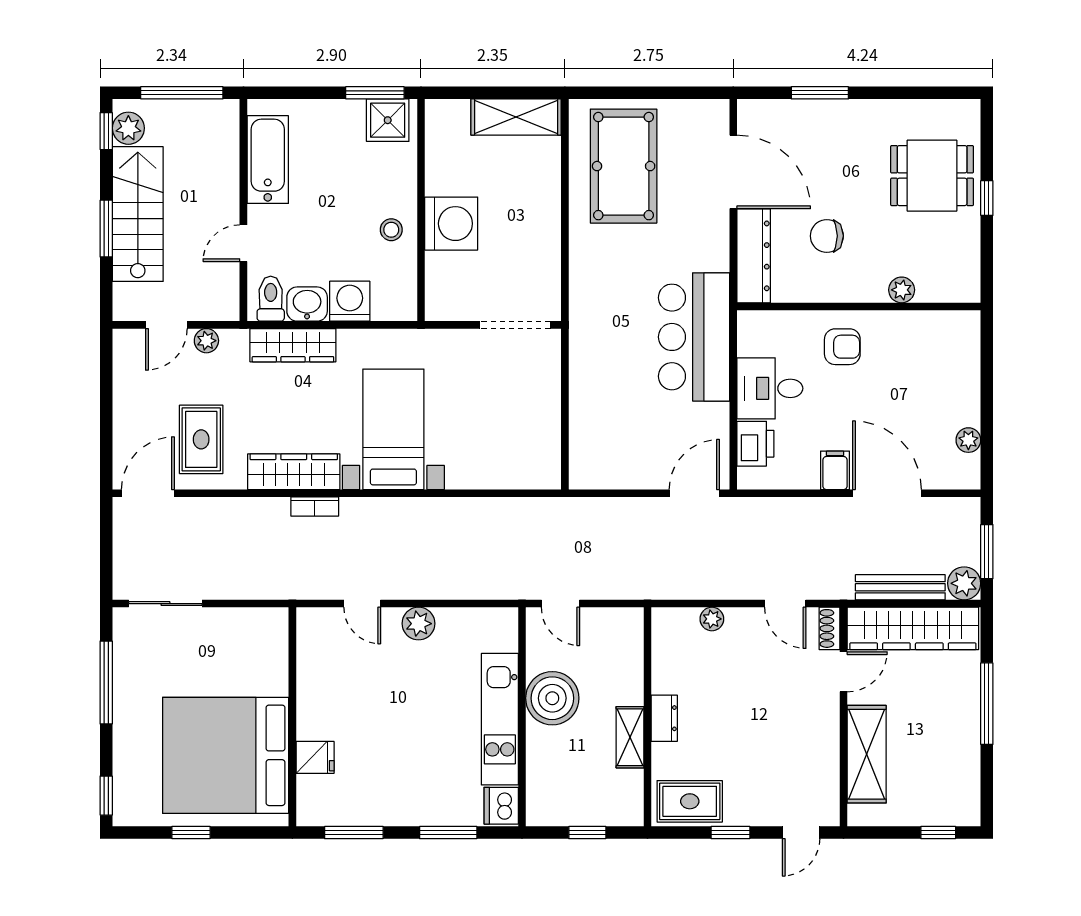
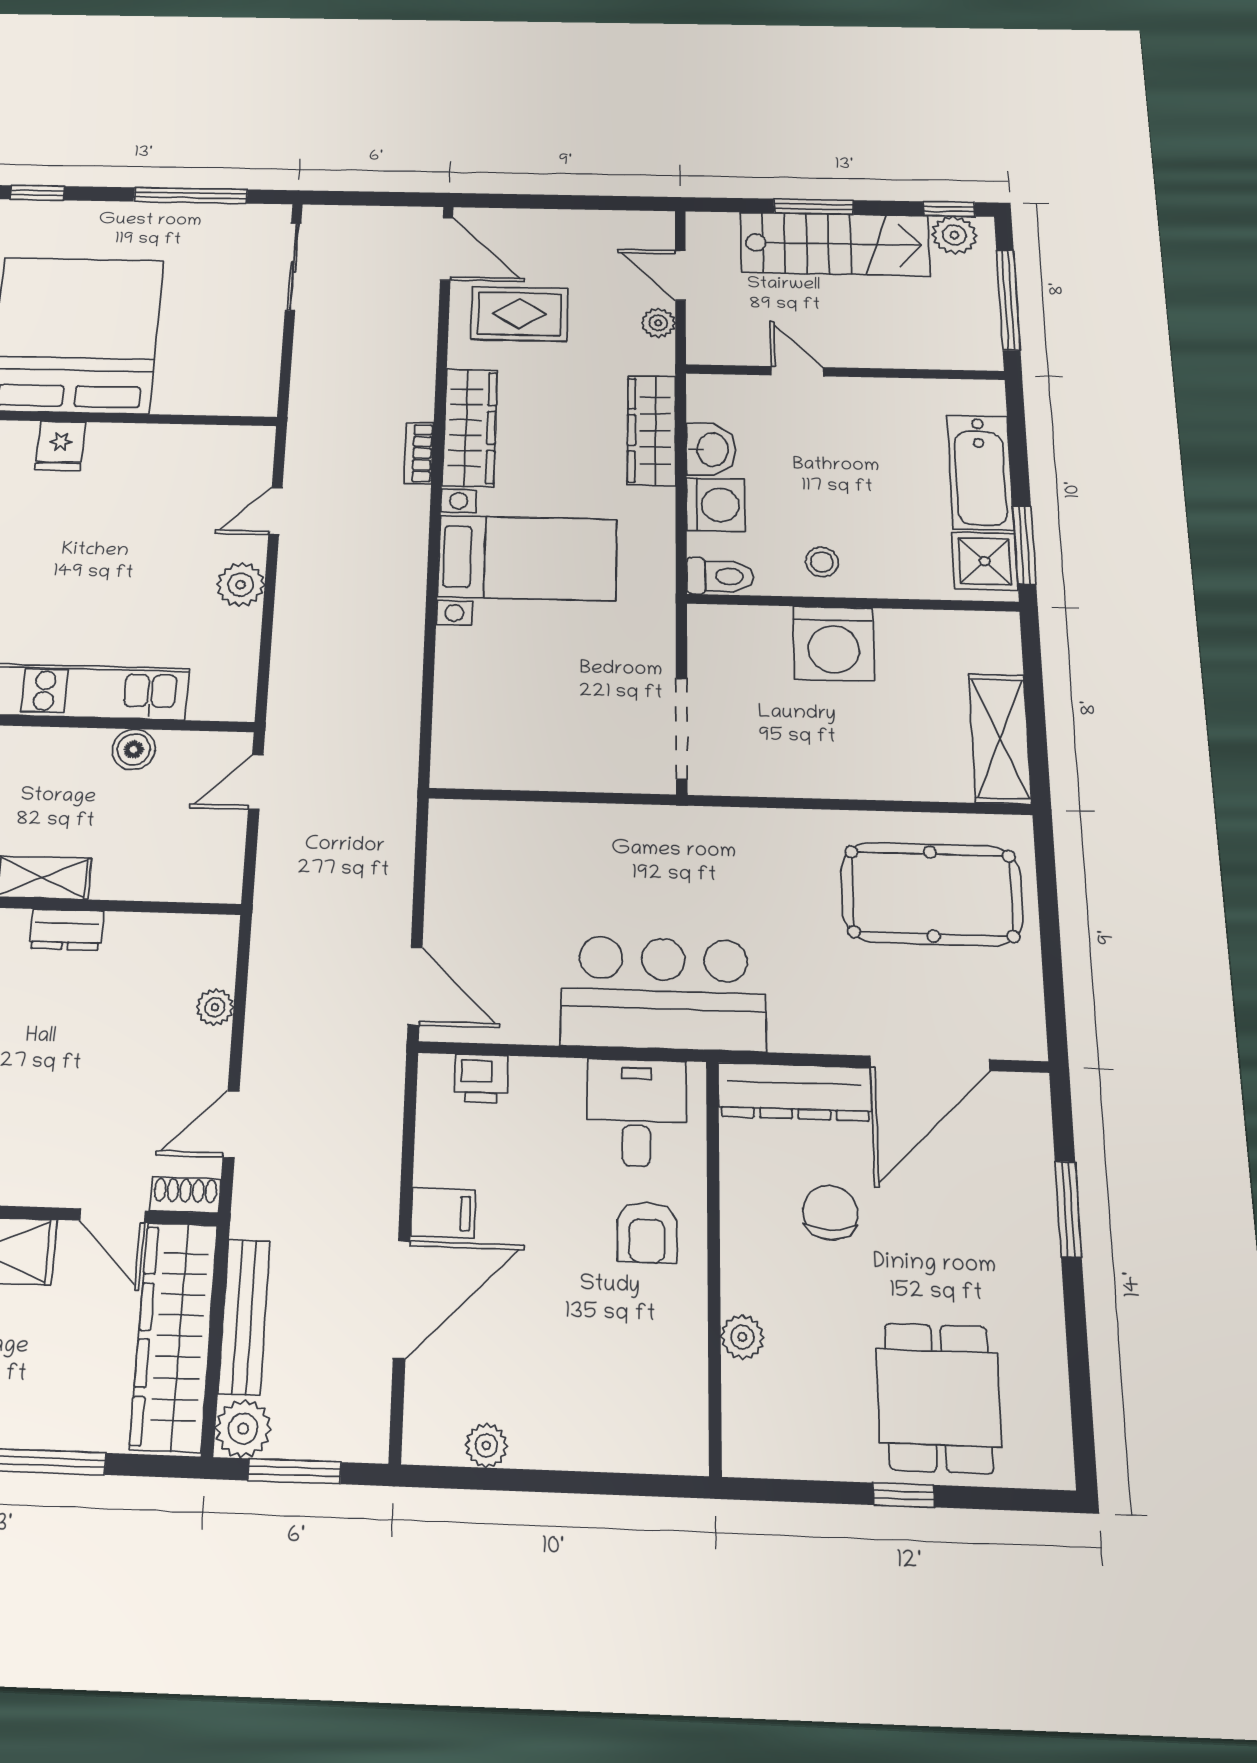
bathtub: (268, 160) -> (980, 472), moved, turned 90
toilet: (271, 299) -> (720, 576), moved
desk: (770, 388) -> (637, 1113), moved
printer: (755, 444) -> (481, 1079), width x0.73, depth x0.81
boiler: (552, 698) -> (134, 749), width x0.54, depth x0.54

